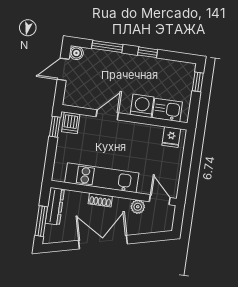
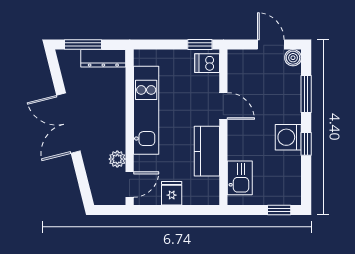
washing machine: (142, 106) -> (288, 137), moved, turned 180
kitchen counter: (142, 133) -> (207, 151), added
fridge: (171, 137) -> (172, 193), moved, turned 90
shoe rack: (100, 200) -> (119, 112), removed
double door: (103, 242) -> (68, 123), swing flipped

